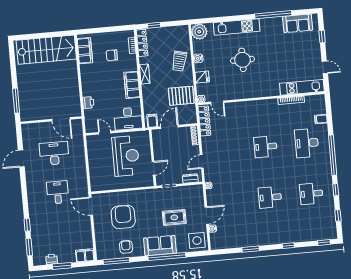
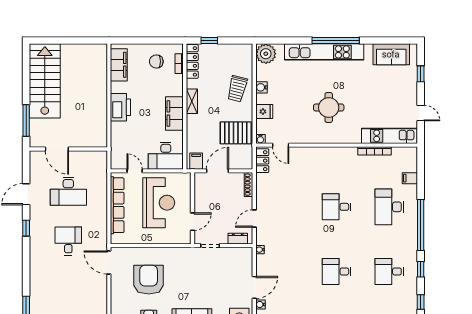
window: (273, 15) -> (336, 41), moved
kitchen unit: (237, 27) -> (324, 52), width x1.36
stairs: (46, 50) -> (45, 81), moved, turned -90
chair: (112, 55) -> (156, 61), moved
round table: (242, 60) -> (329, 108), moved
printer: (88, 103) -> (120, 107), moved, width x1.87, depth x1.48
door: (61, 119) -> (57, 149), moved
locker: (204, 121) -> (262, 161), width x0.66
desk: (54, 153) -> (68, 191), turned 180
row of seats: (93, 161) -> (117, 205), added
rug: (174, 217) -> (213, 286), removed
window: (27, 225) -> (26, 228), moved

